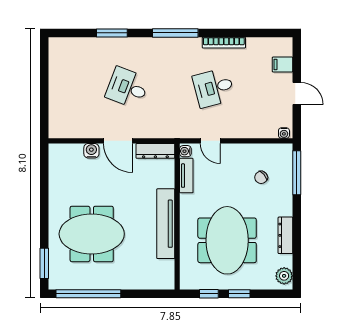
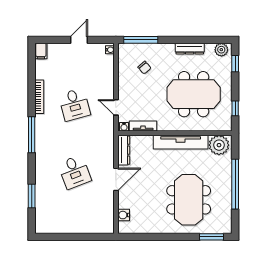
window: (112, 33) -> (32, 196), moved
filing cabinet: (283, 65) -> (41, 51), moved
desk: (127, 88) -> (74, 172), turned -42
door: (210, 141) -> (116, 107), swing flipped
water cooler: (91, 151) -> (124, 215), moved
plant: (162, 273) -> (219, 145), added
window: (88, 294) -> (235, 184), moved
window: (239, 294) -> (235, 64), moved

